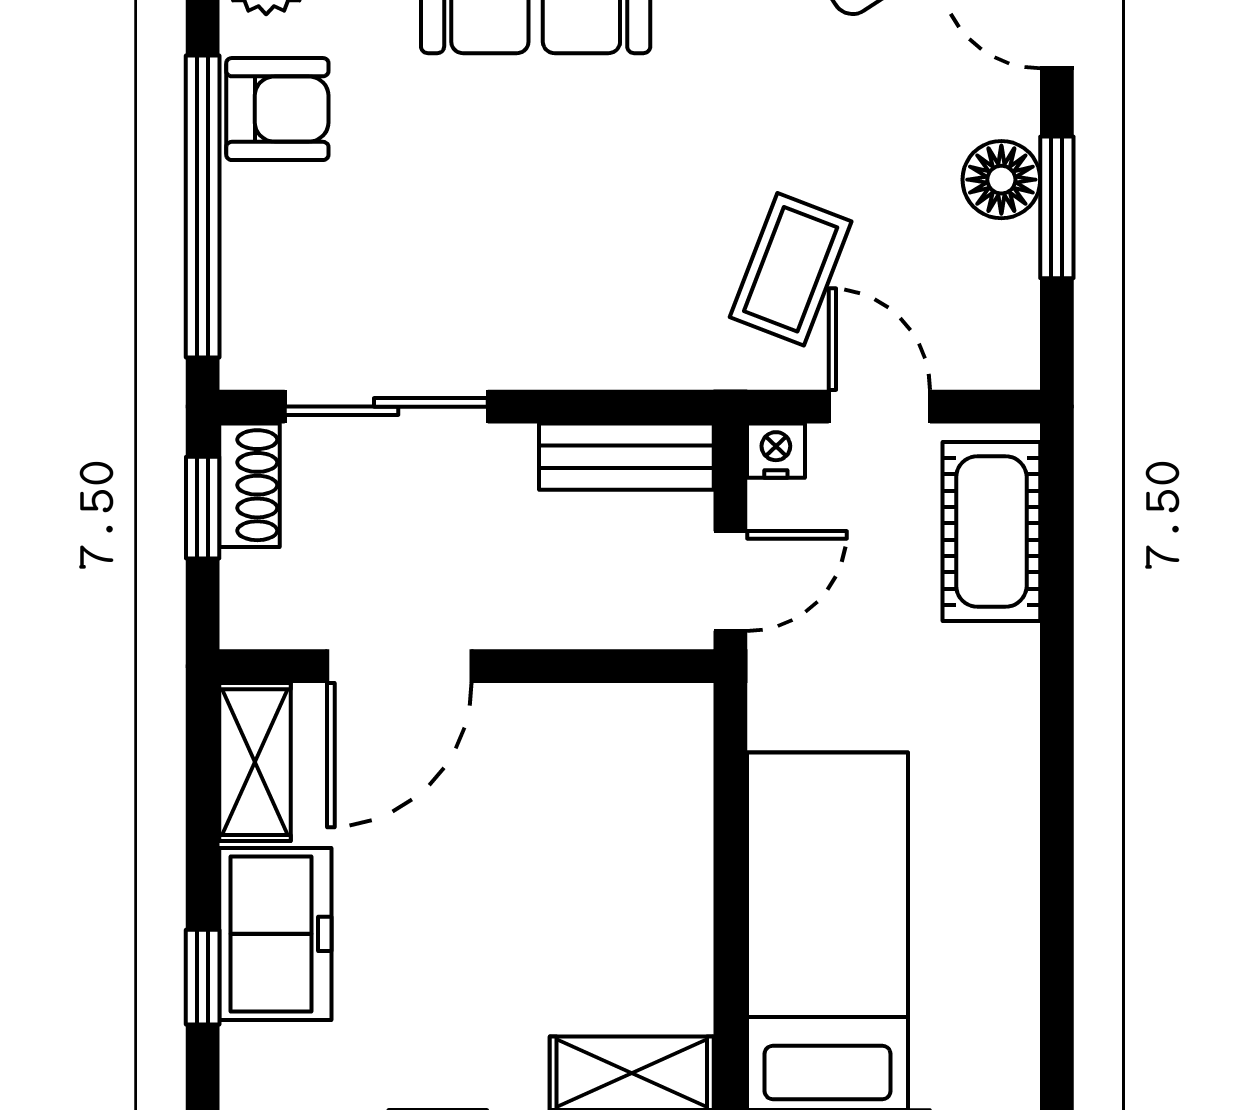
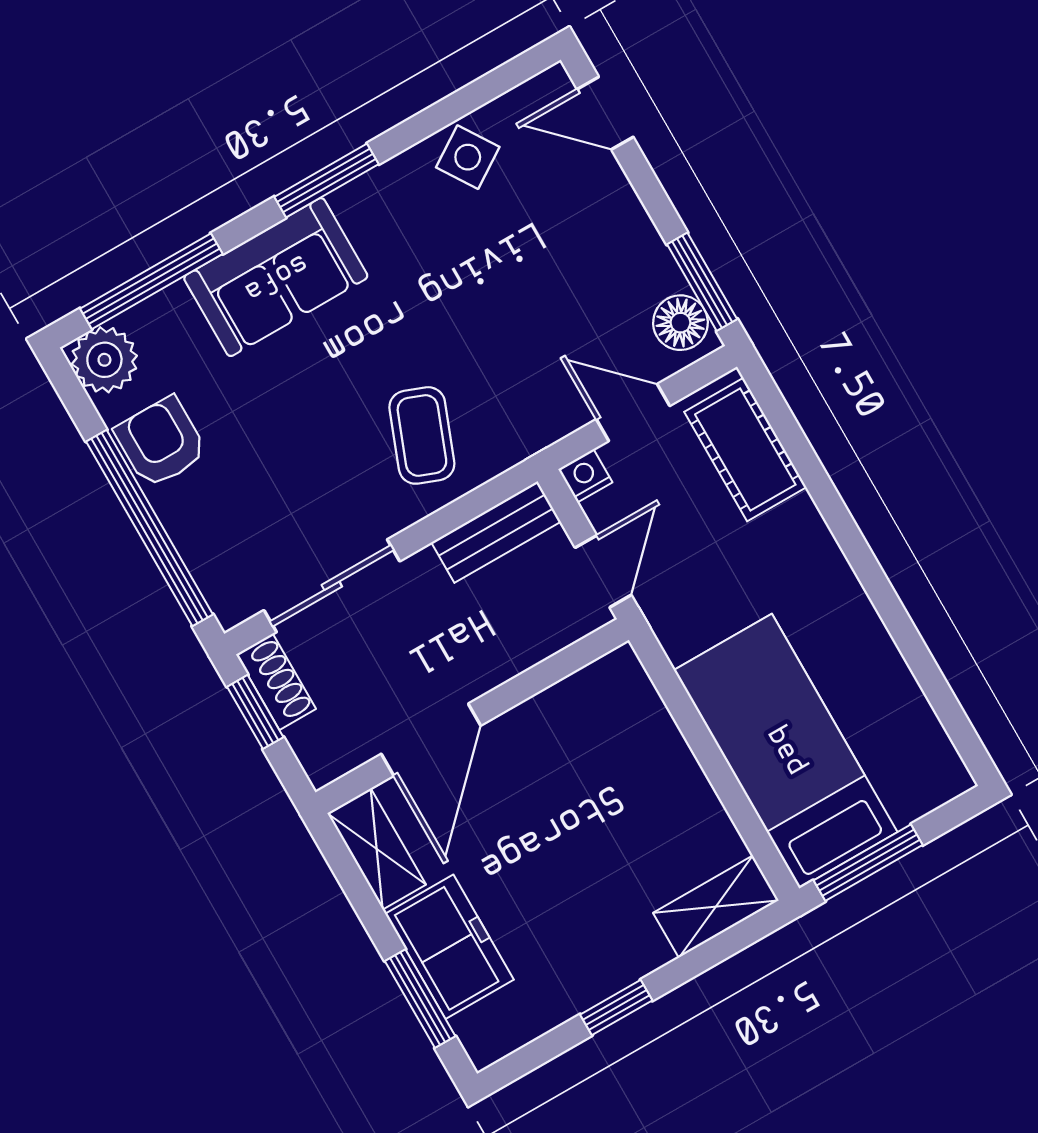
armchair: (277, 109) -> (161, 442), turned -90
floor lamp: (1001, 180) -> (680, 323), moved
window: (1057, 207) -> (702, 282), moved
coffee table: (791, 269) -> (422, 435), moved
window: (203, 977) -> (420, 999), width x1.50

